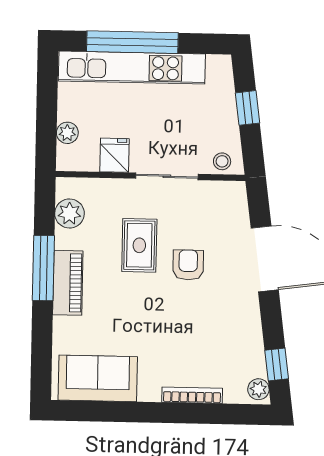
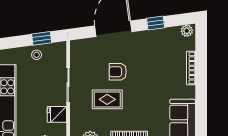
window: (248, 108) -> (42, 38), moved
stool: (222, 161) -> (37, 55), moved
window: (277, 365) -> (156, 23), moved

